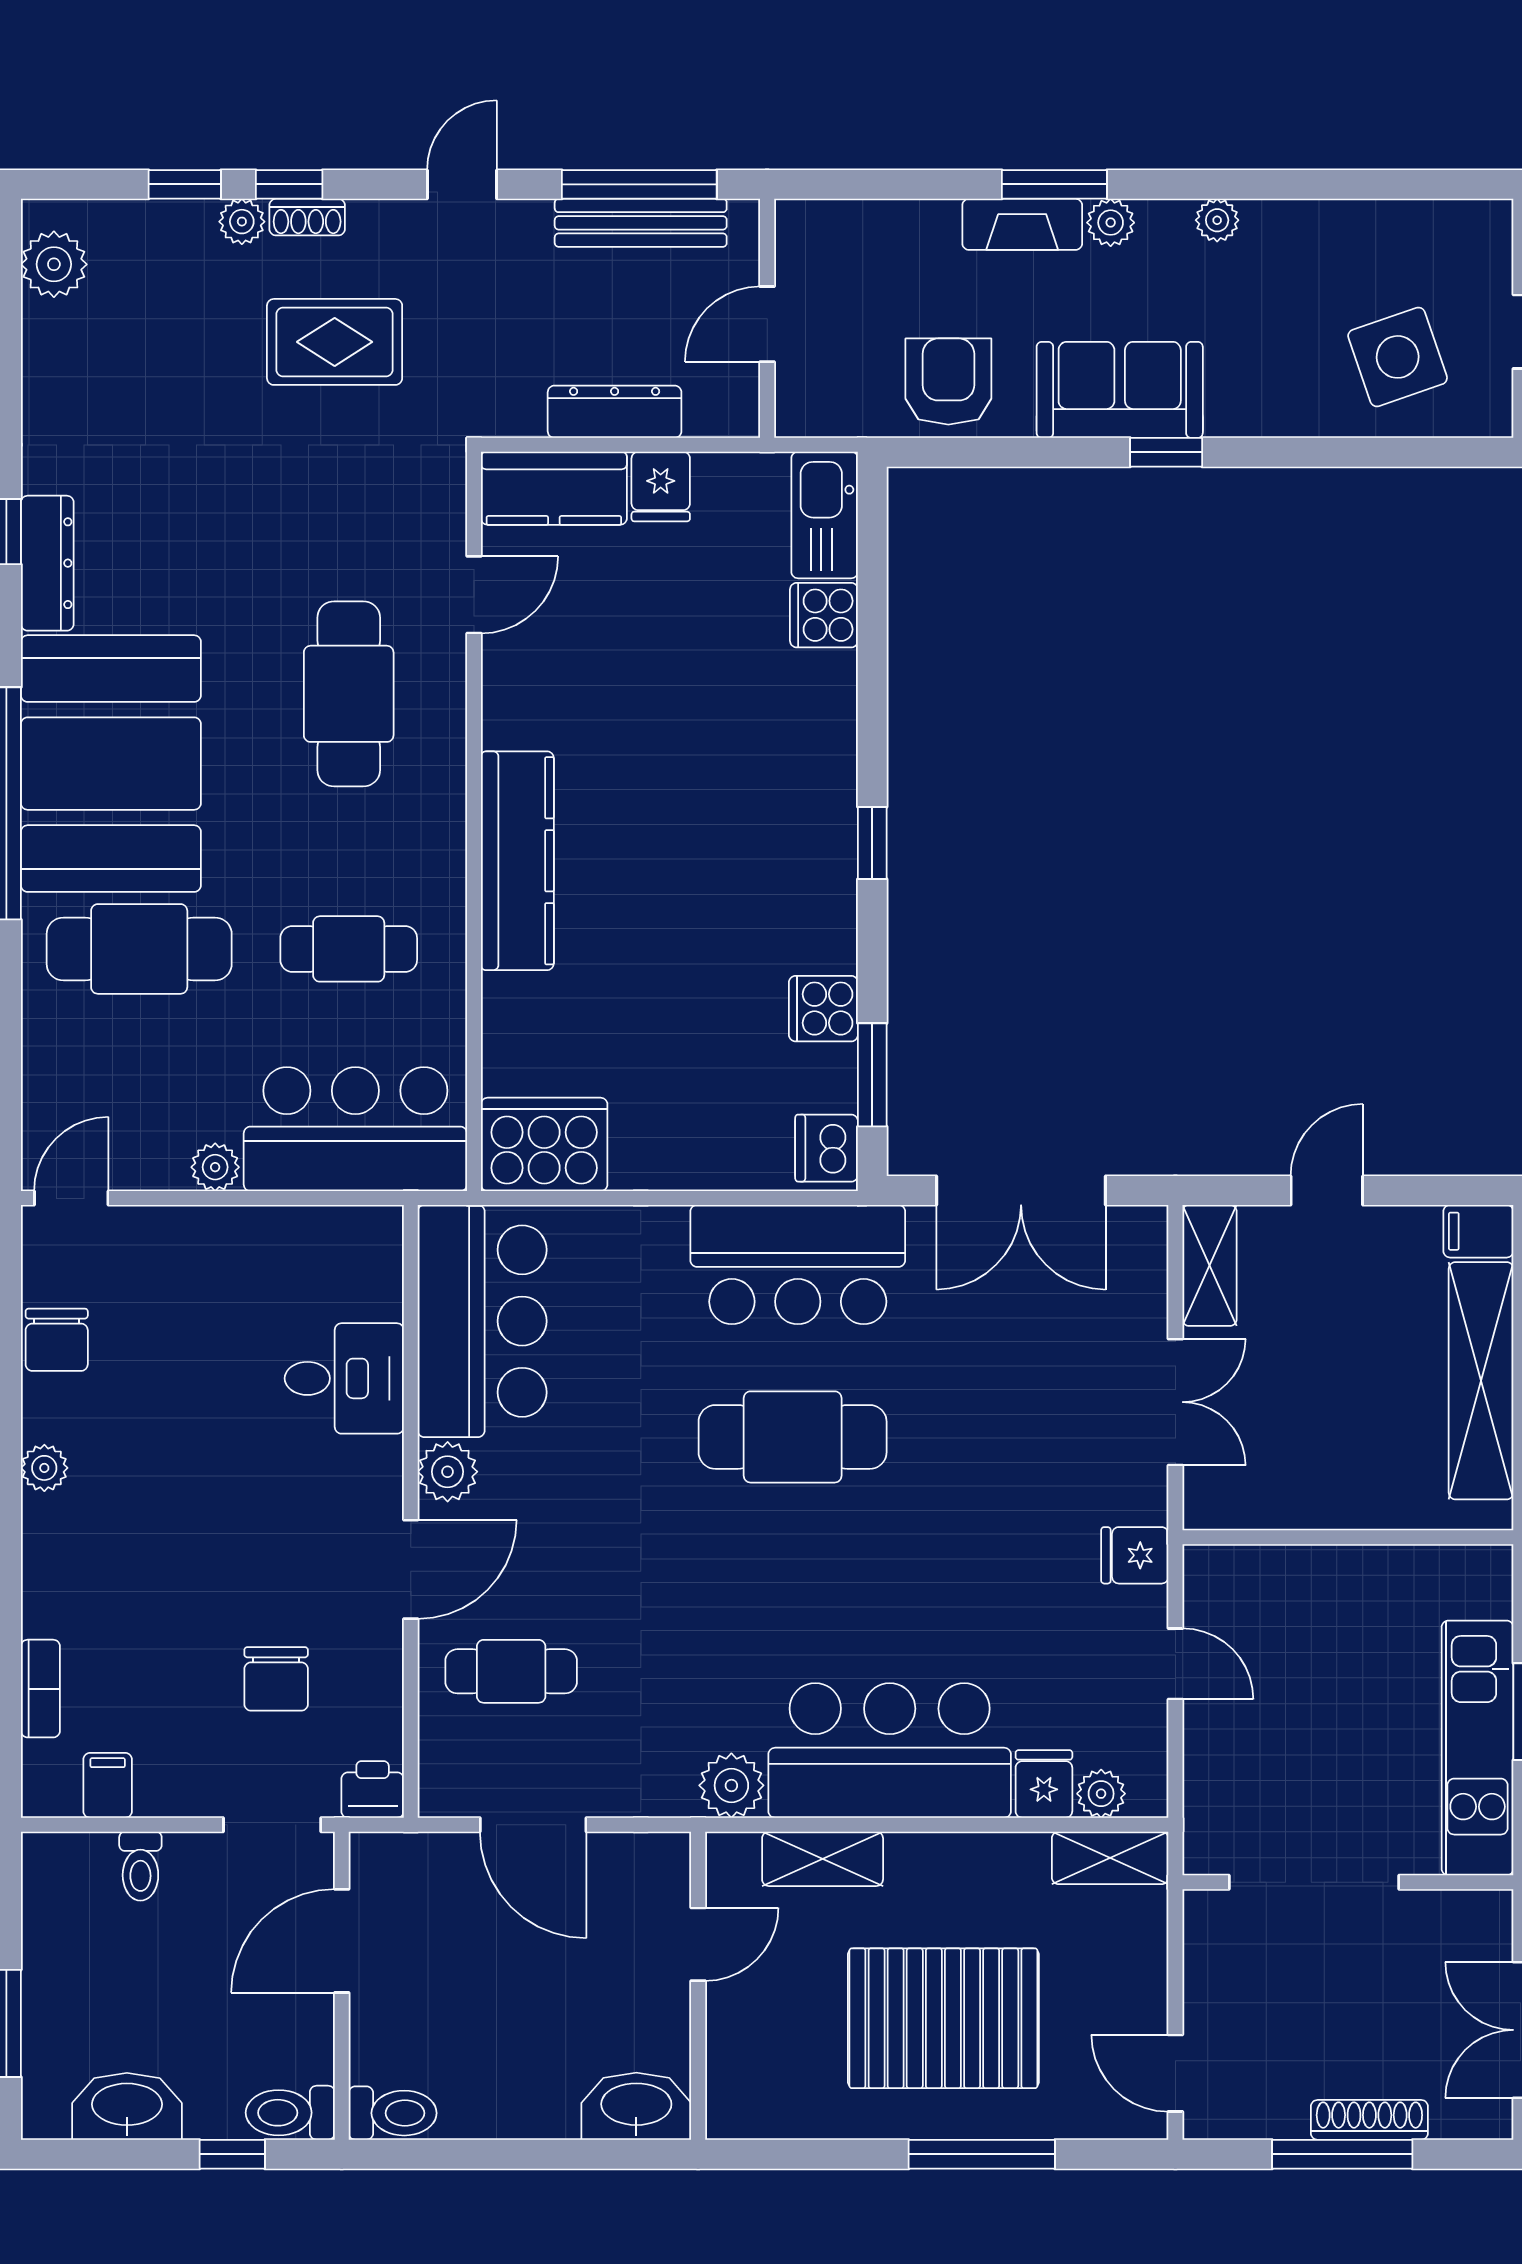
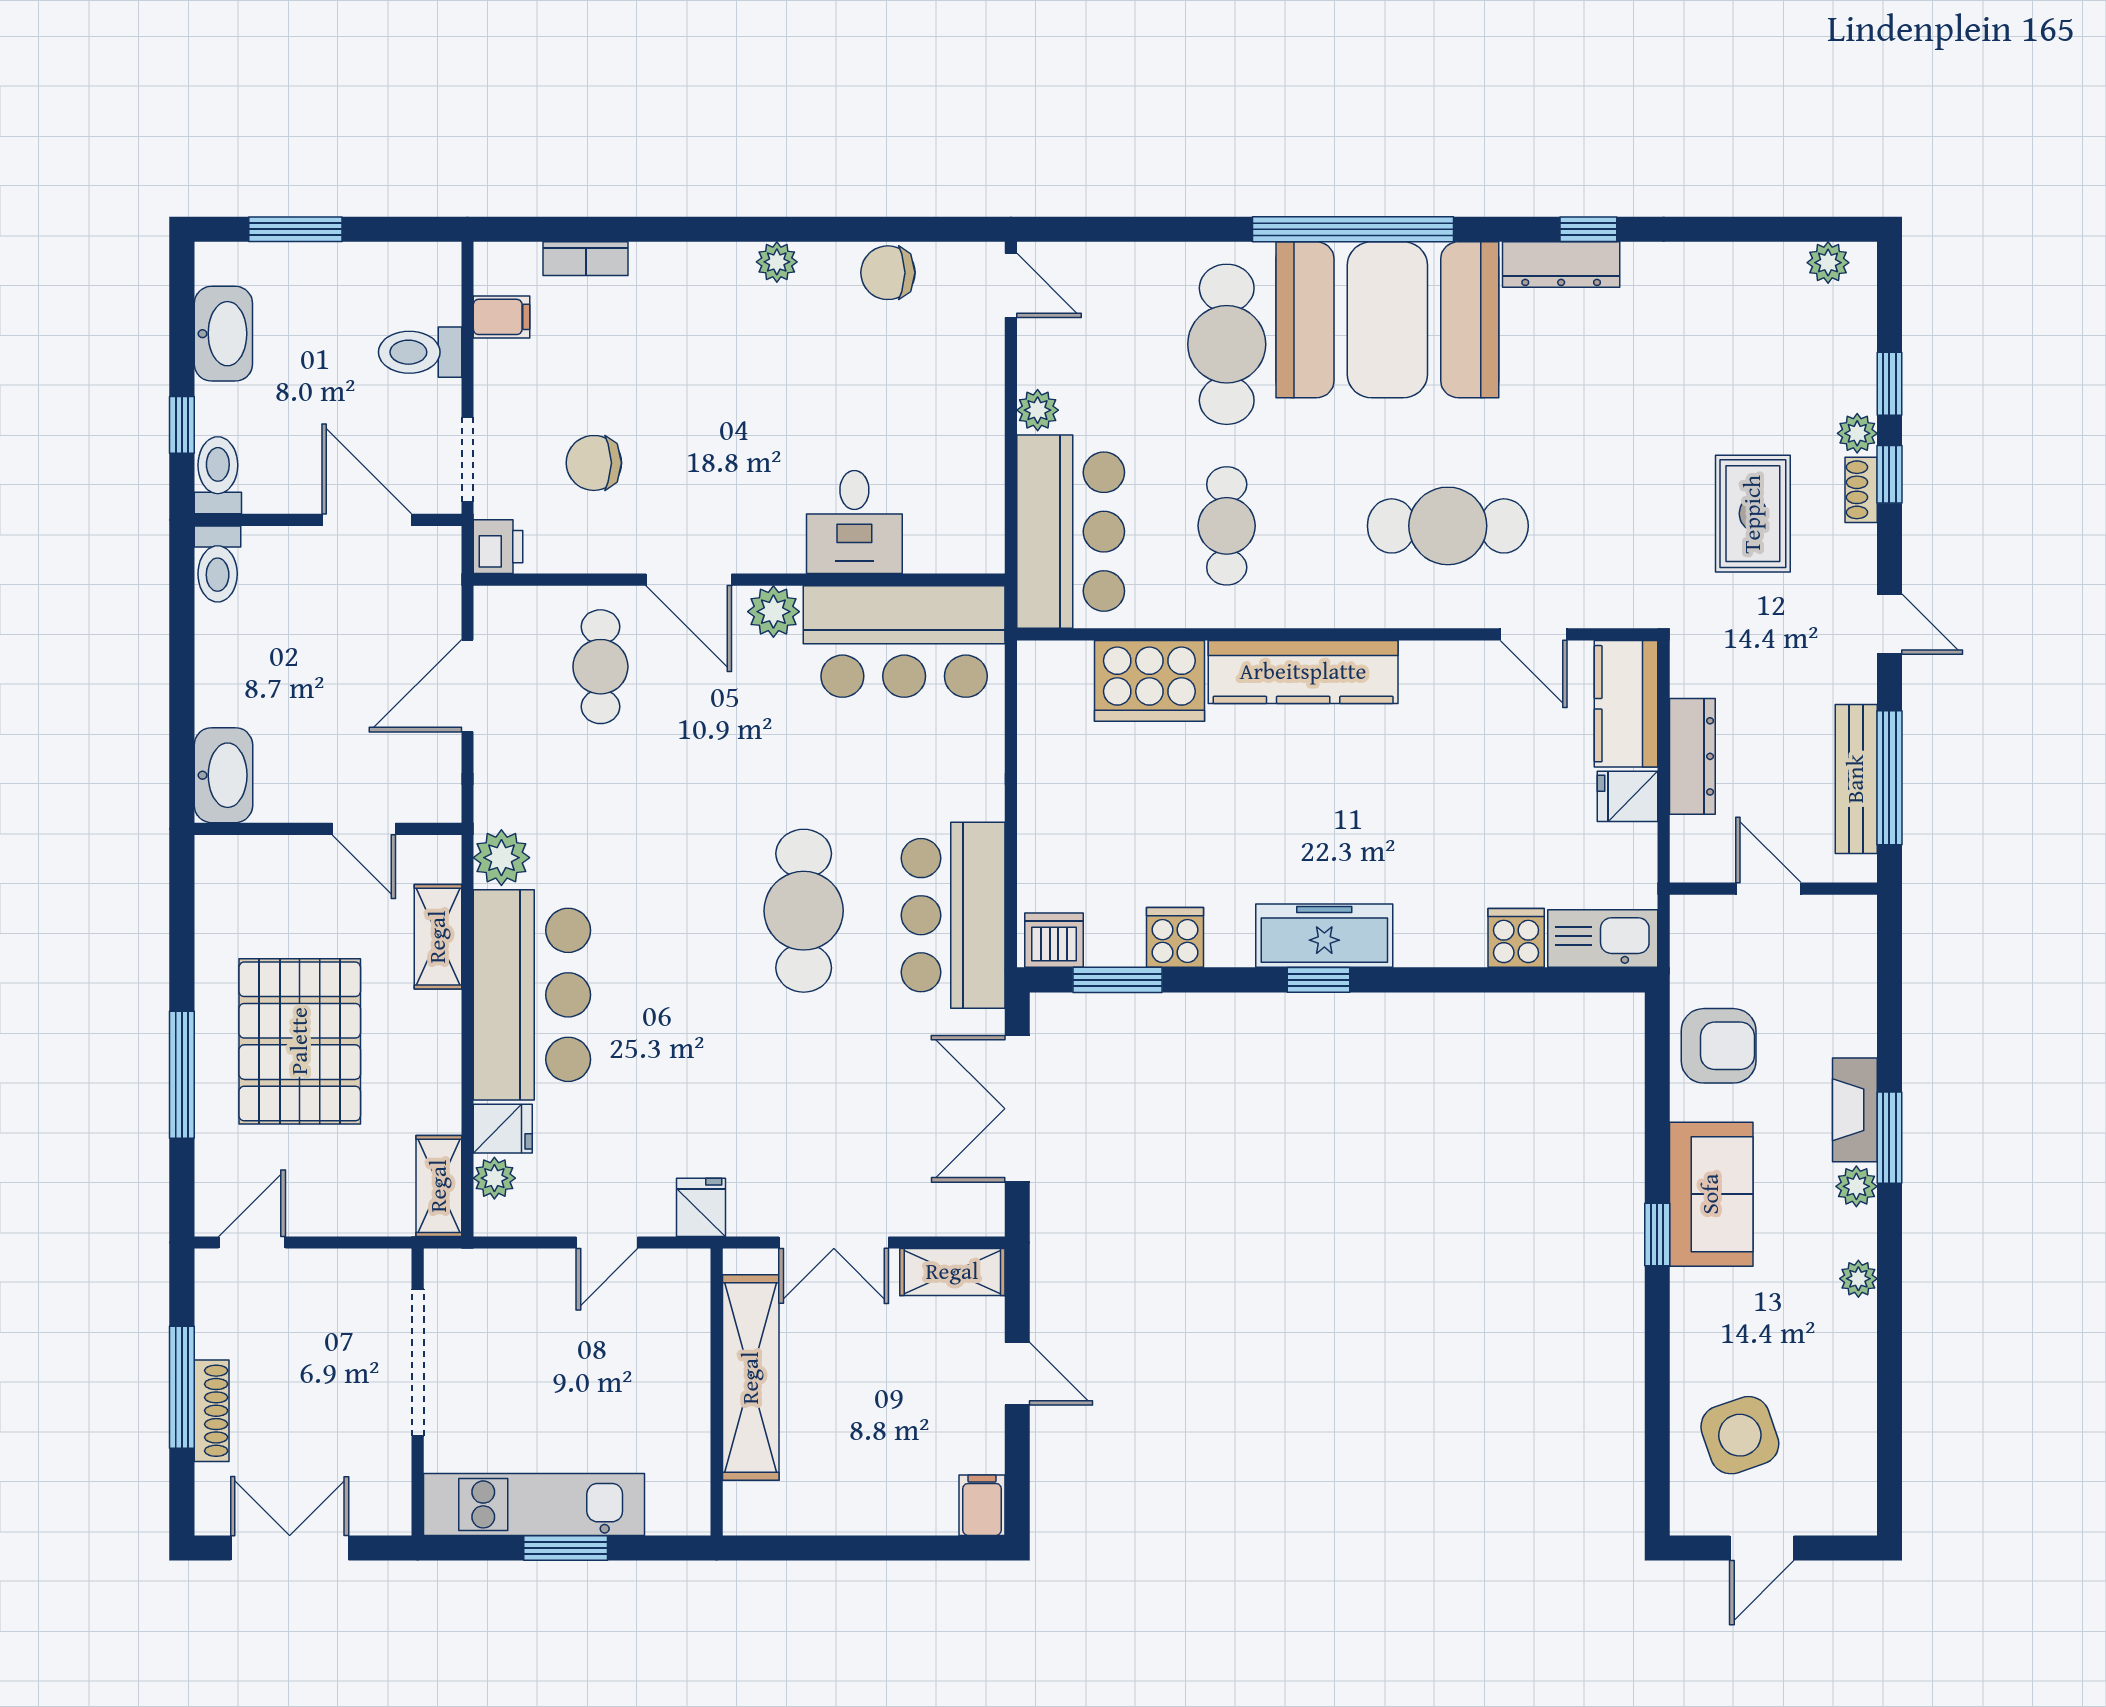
plant: (54, 264) -> (1828, 263), width x0.73, depth x0.73
freezer: (821, 836) -> (1324, 936), added
cooker: (544, 1144) -> (1149, 681), moved, turned 90
shelving: (1481, 1381) -> (751, 1378), moved, turned 90
toilet: (140, 1866) -> (420, 352), width x1.37, depth x1.39

